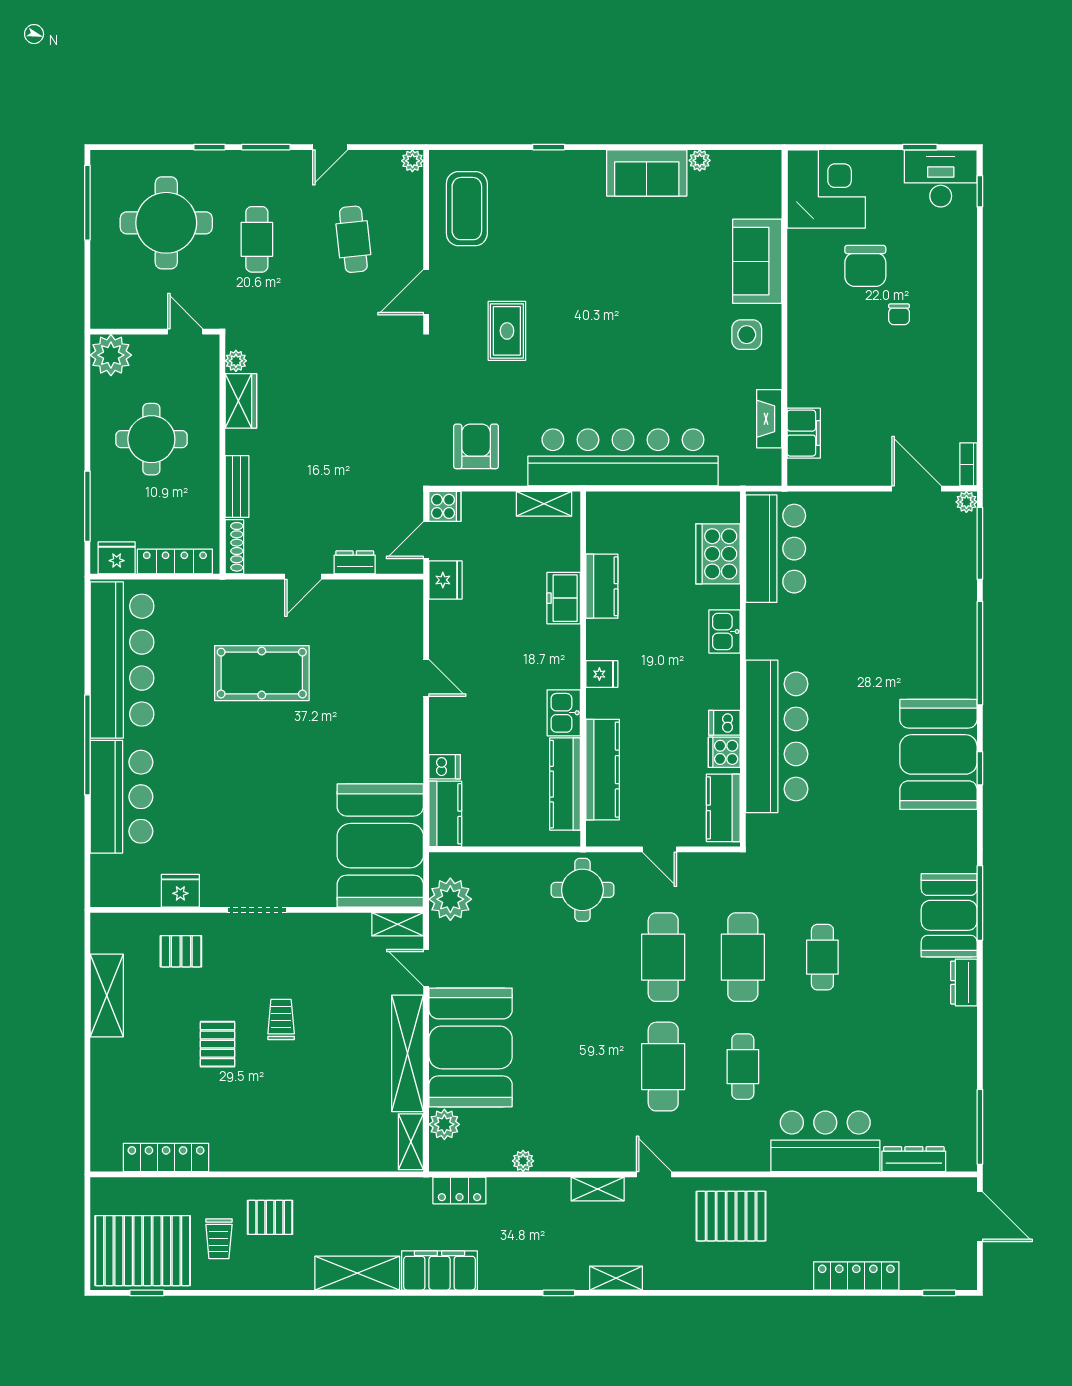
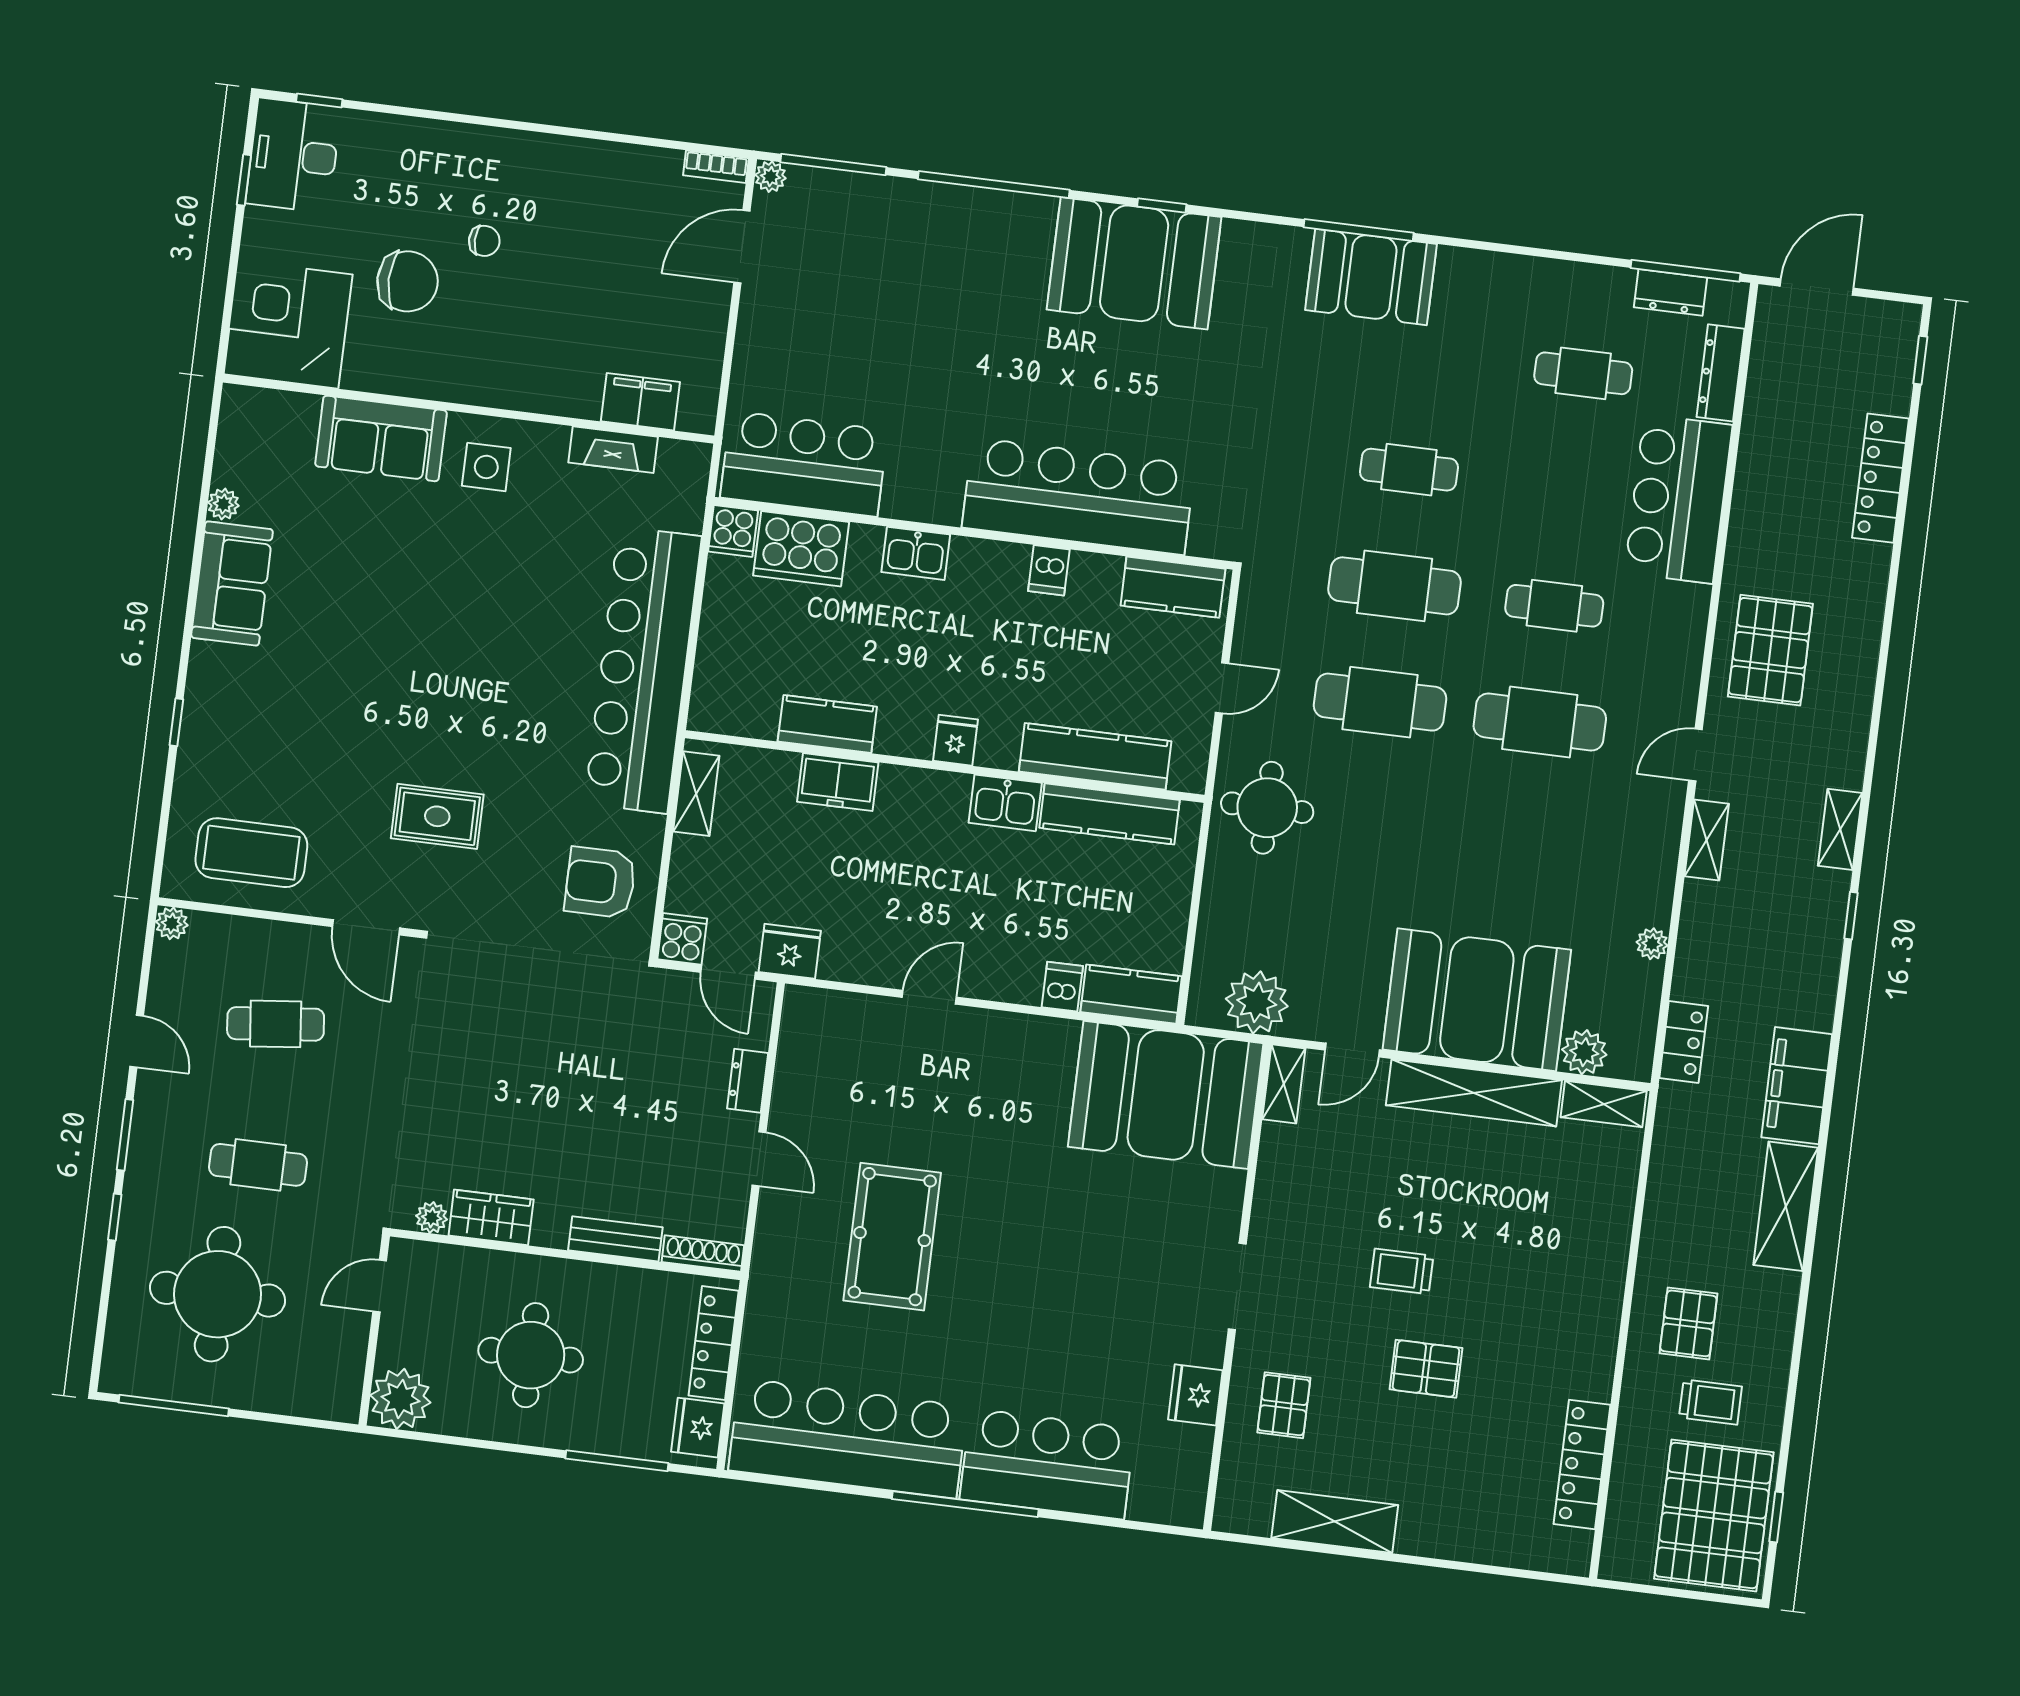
cooker: (724, 752) -> (733, 531), moved
dresser: (964, 983) -> (1670, 292), moved
cafe table: (902, 1067) -> (1583, 373), added

